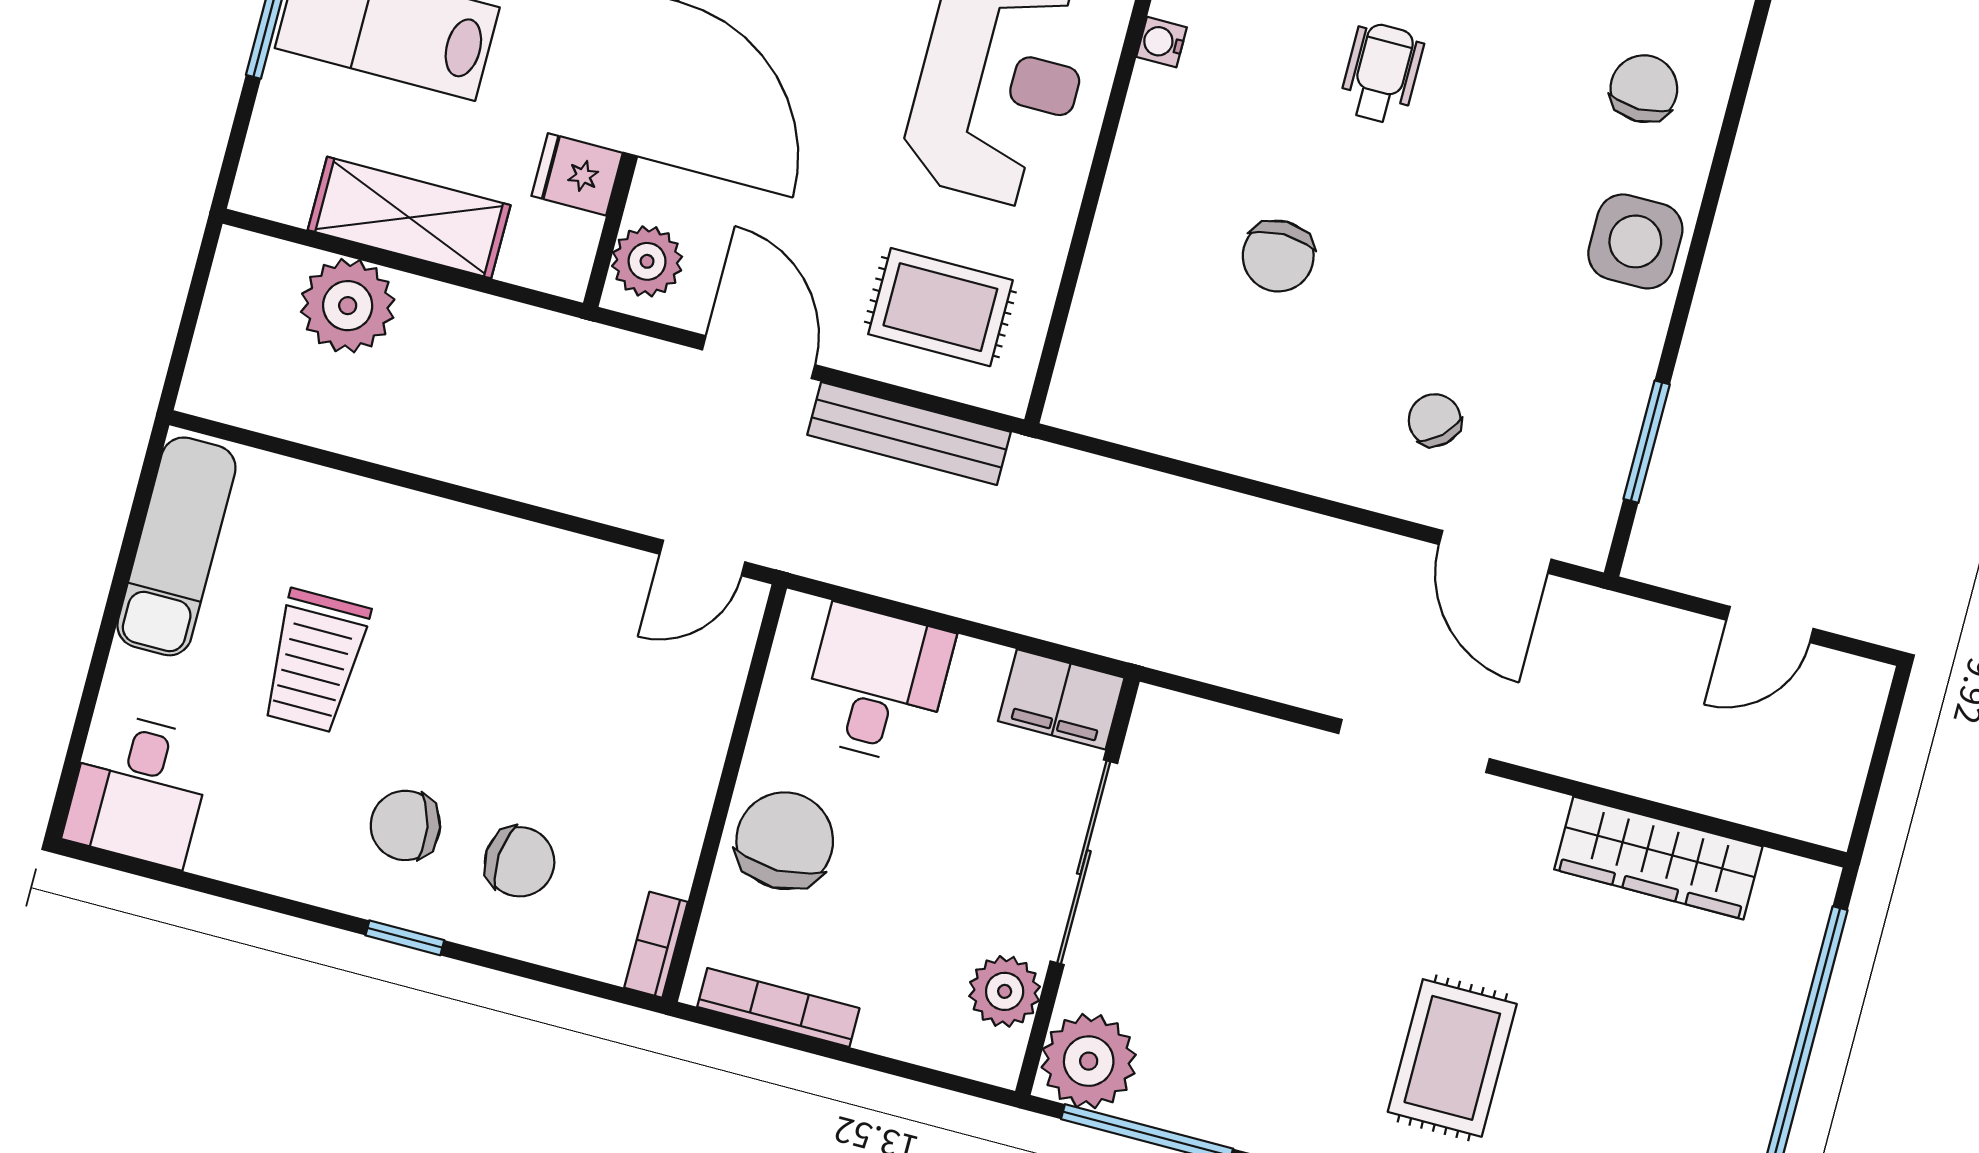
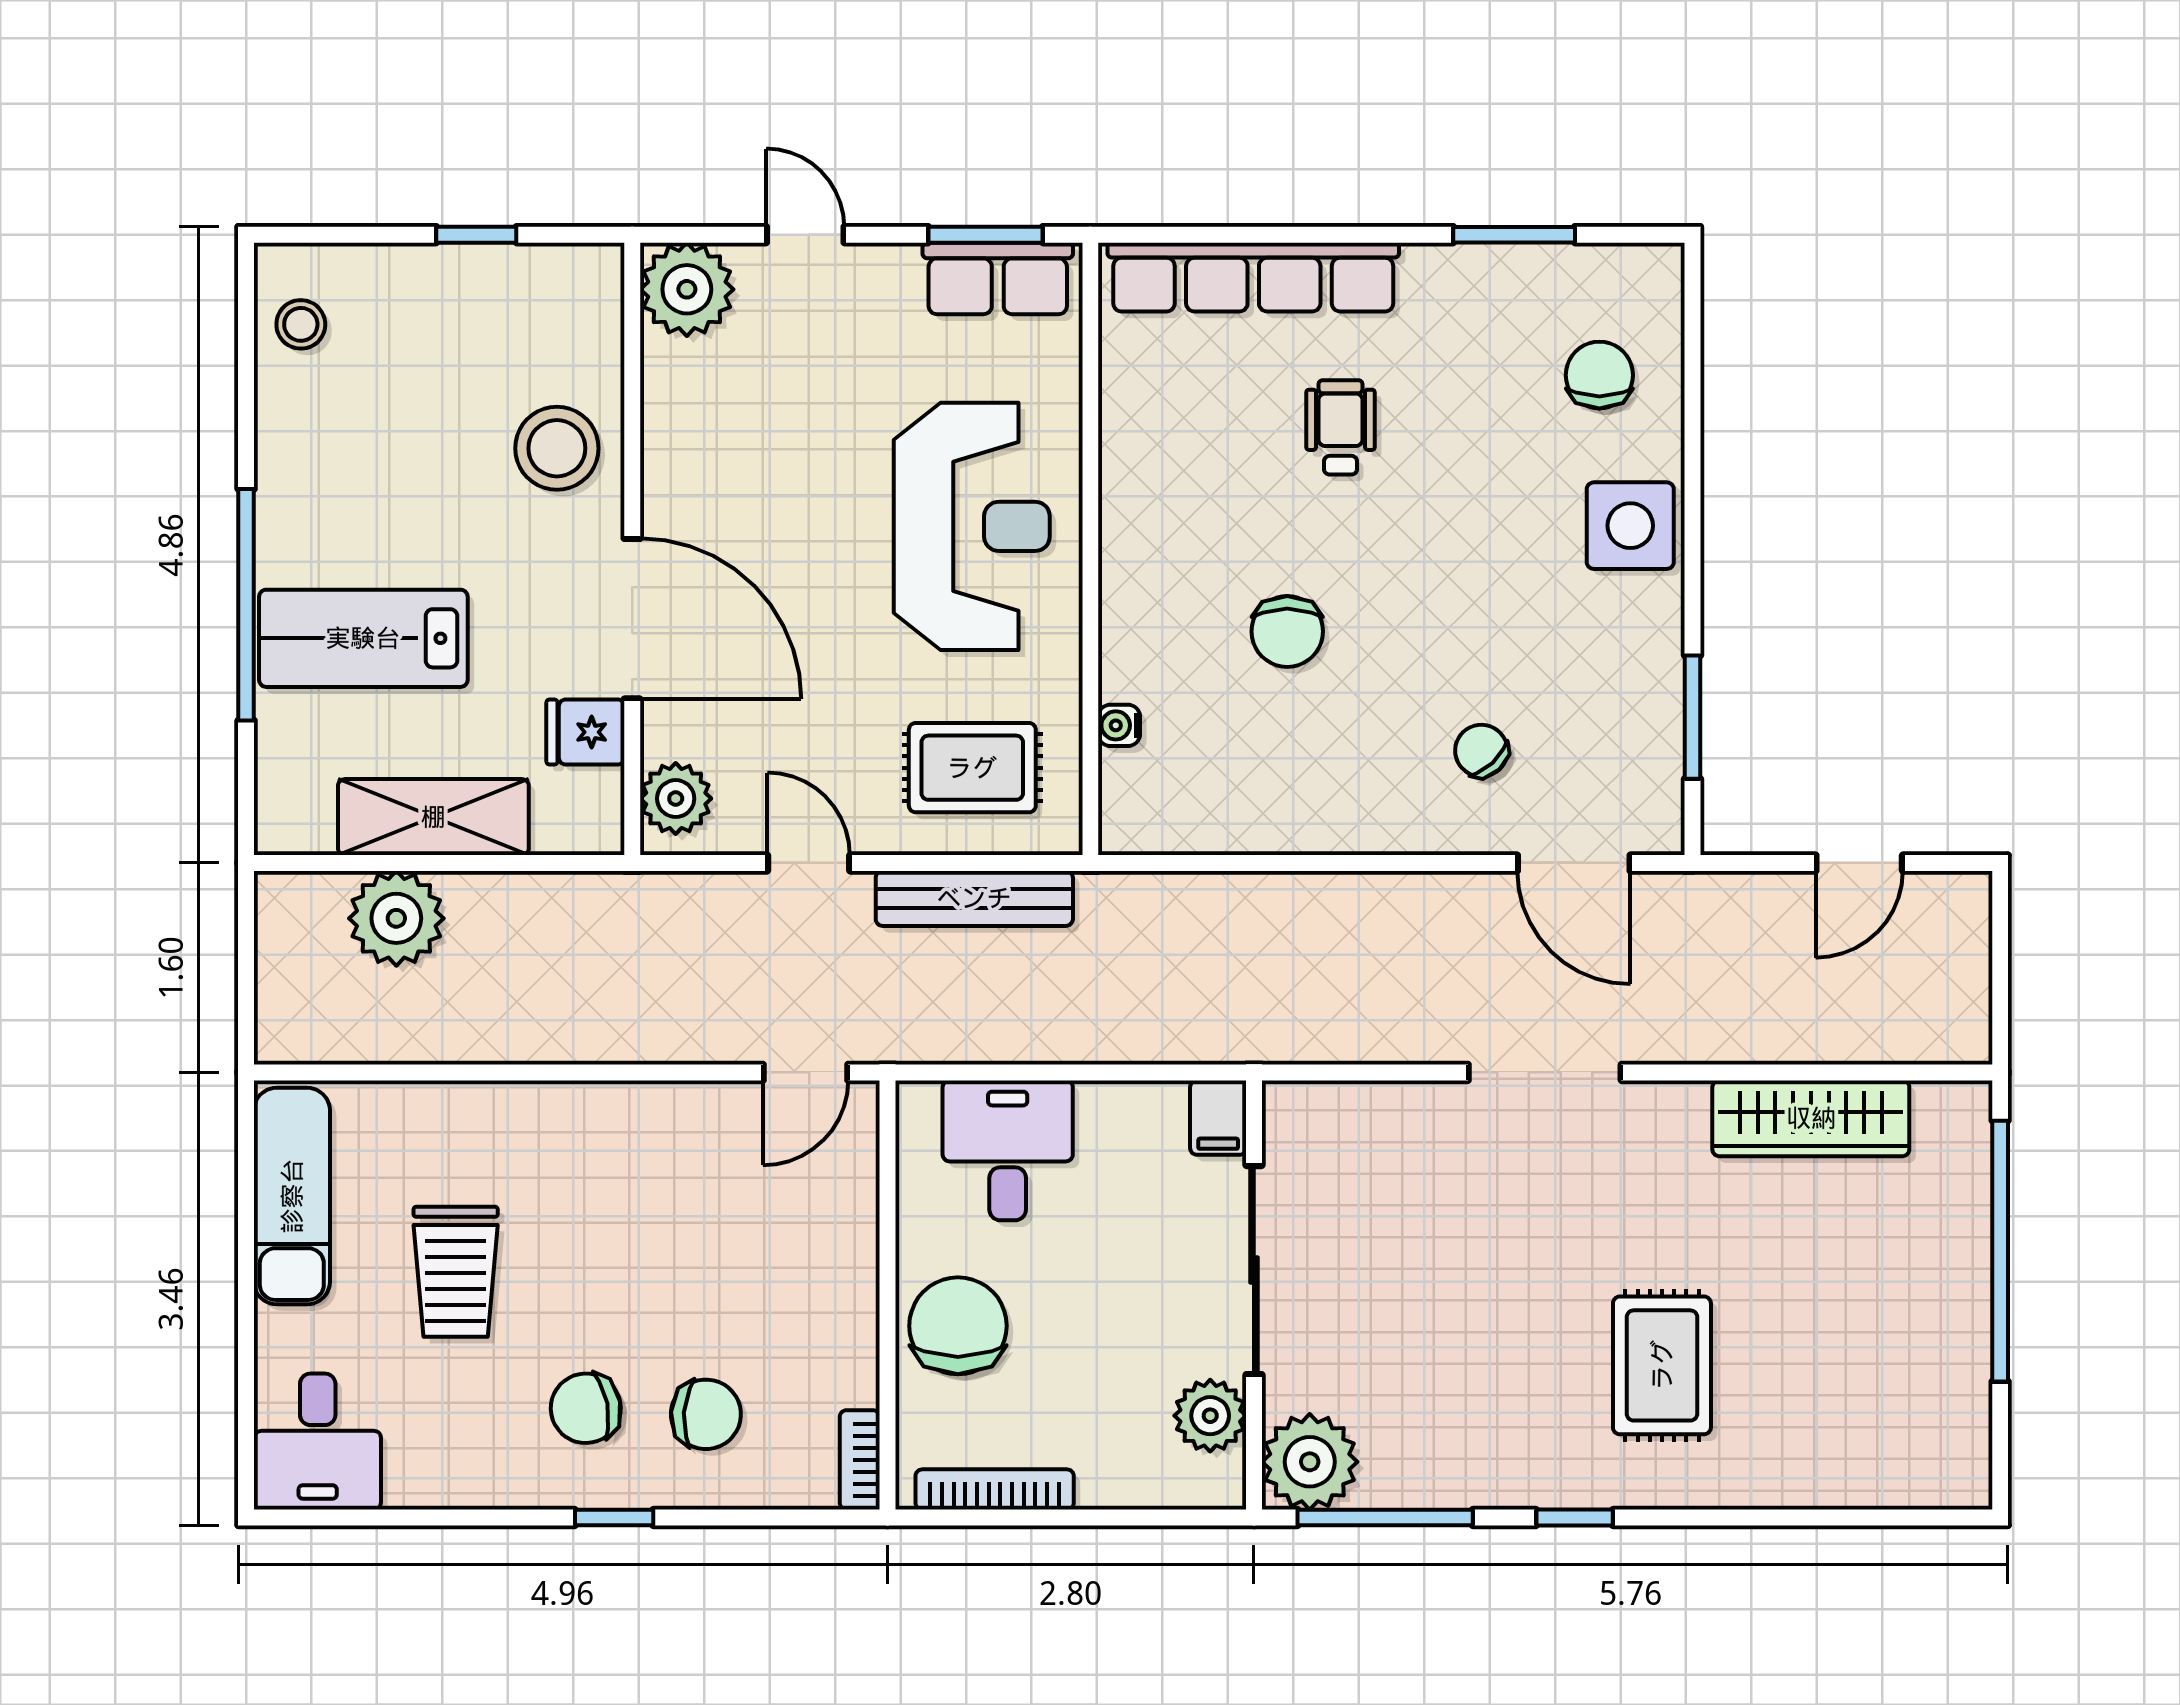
water cooler: (1162, 42) -> (1119, 725), moved
door: (759, 357) -> (809, 863), width x0.73
filing cabinet: (1061, 699) -> (1218, 1118), width x0.50

